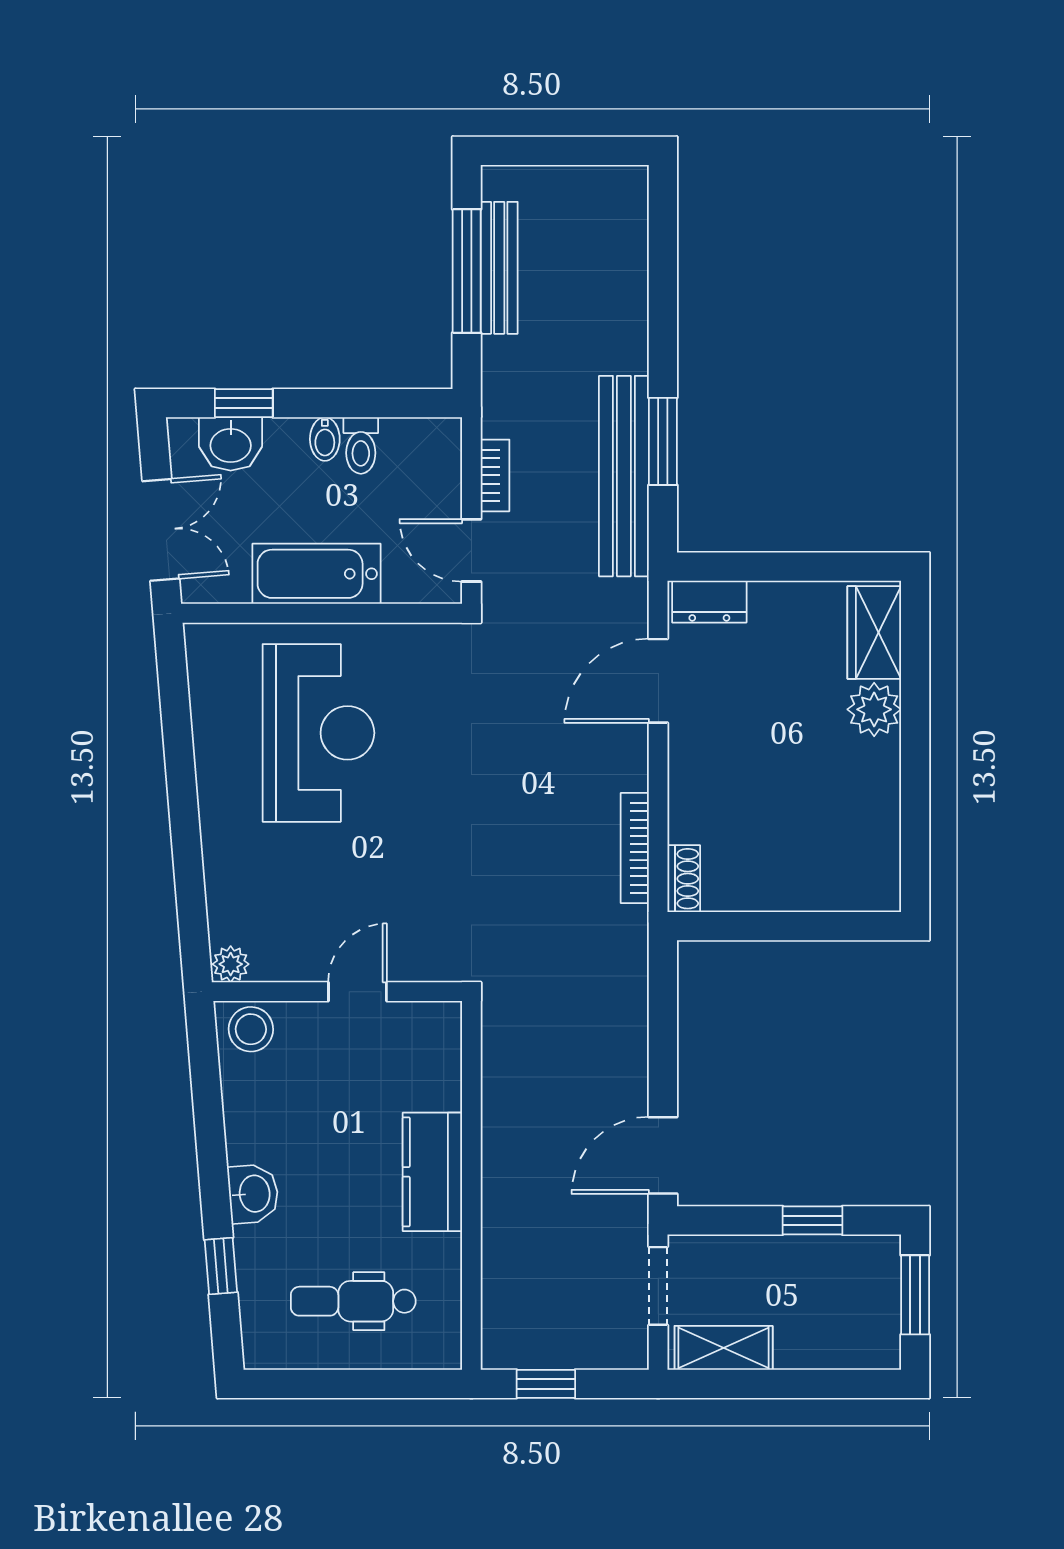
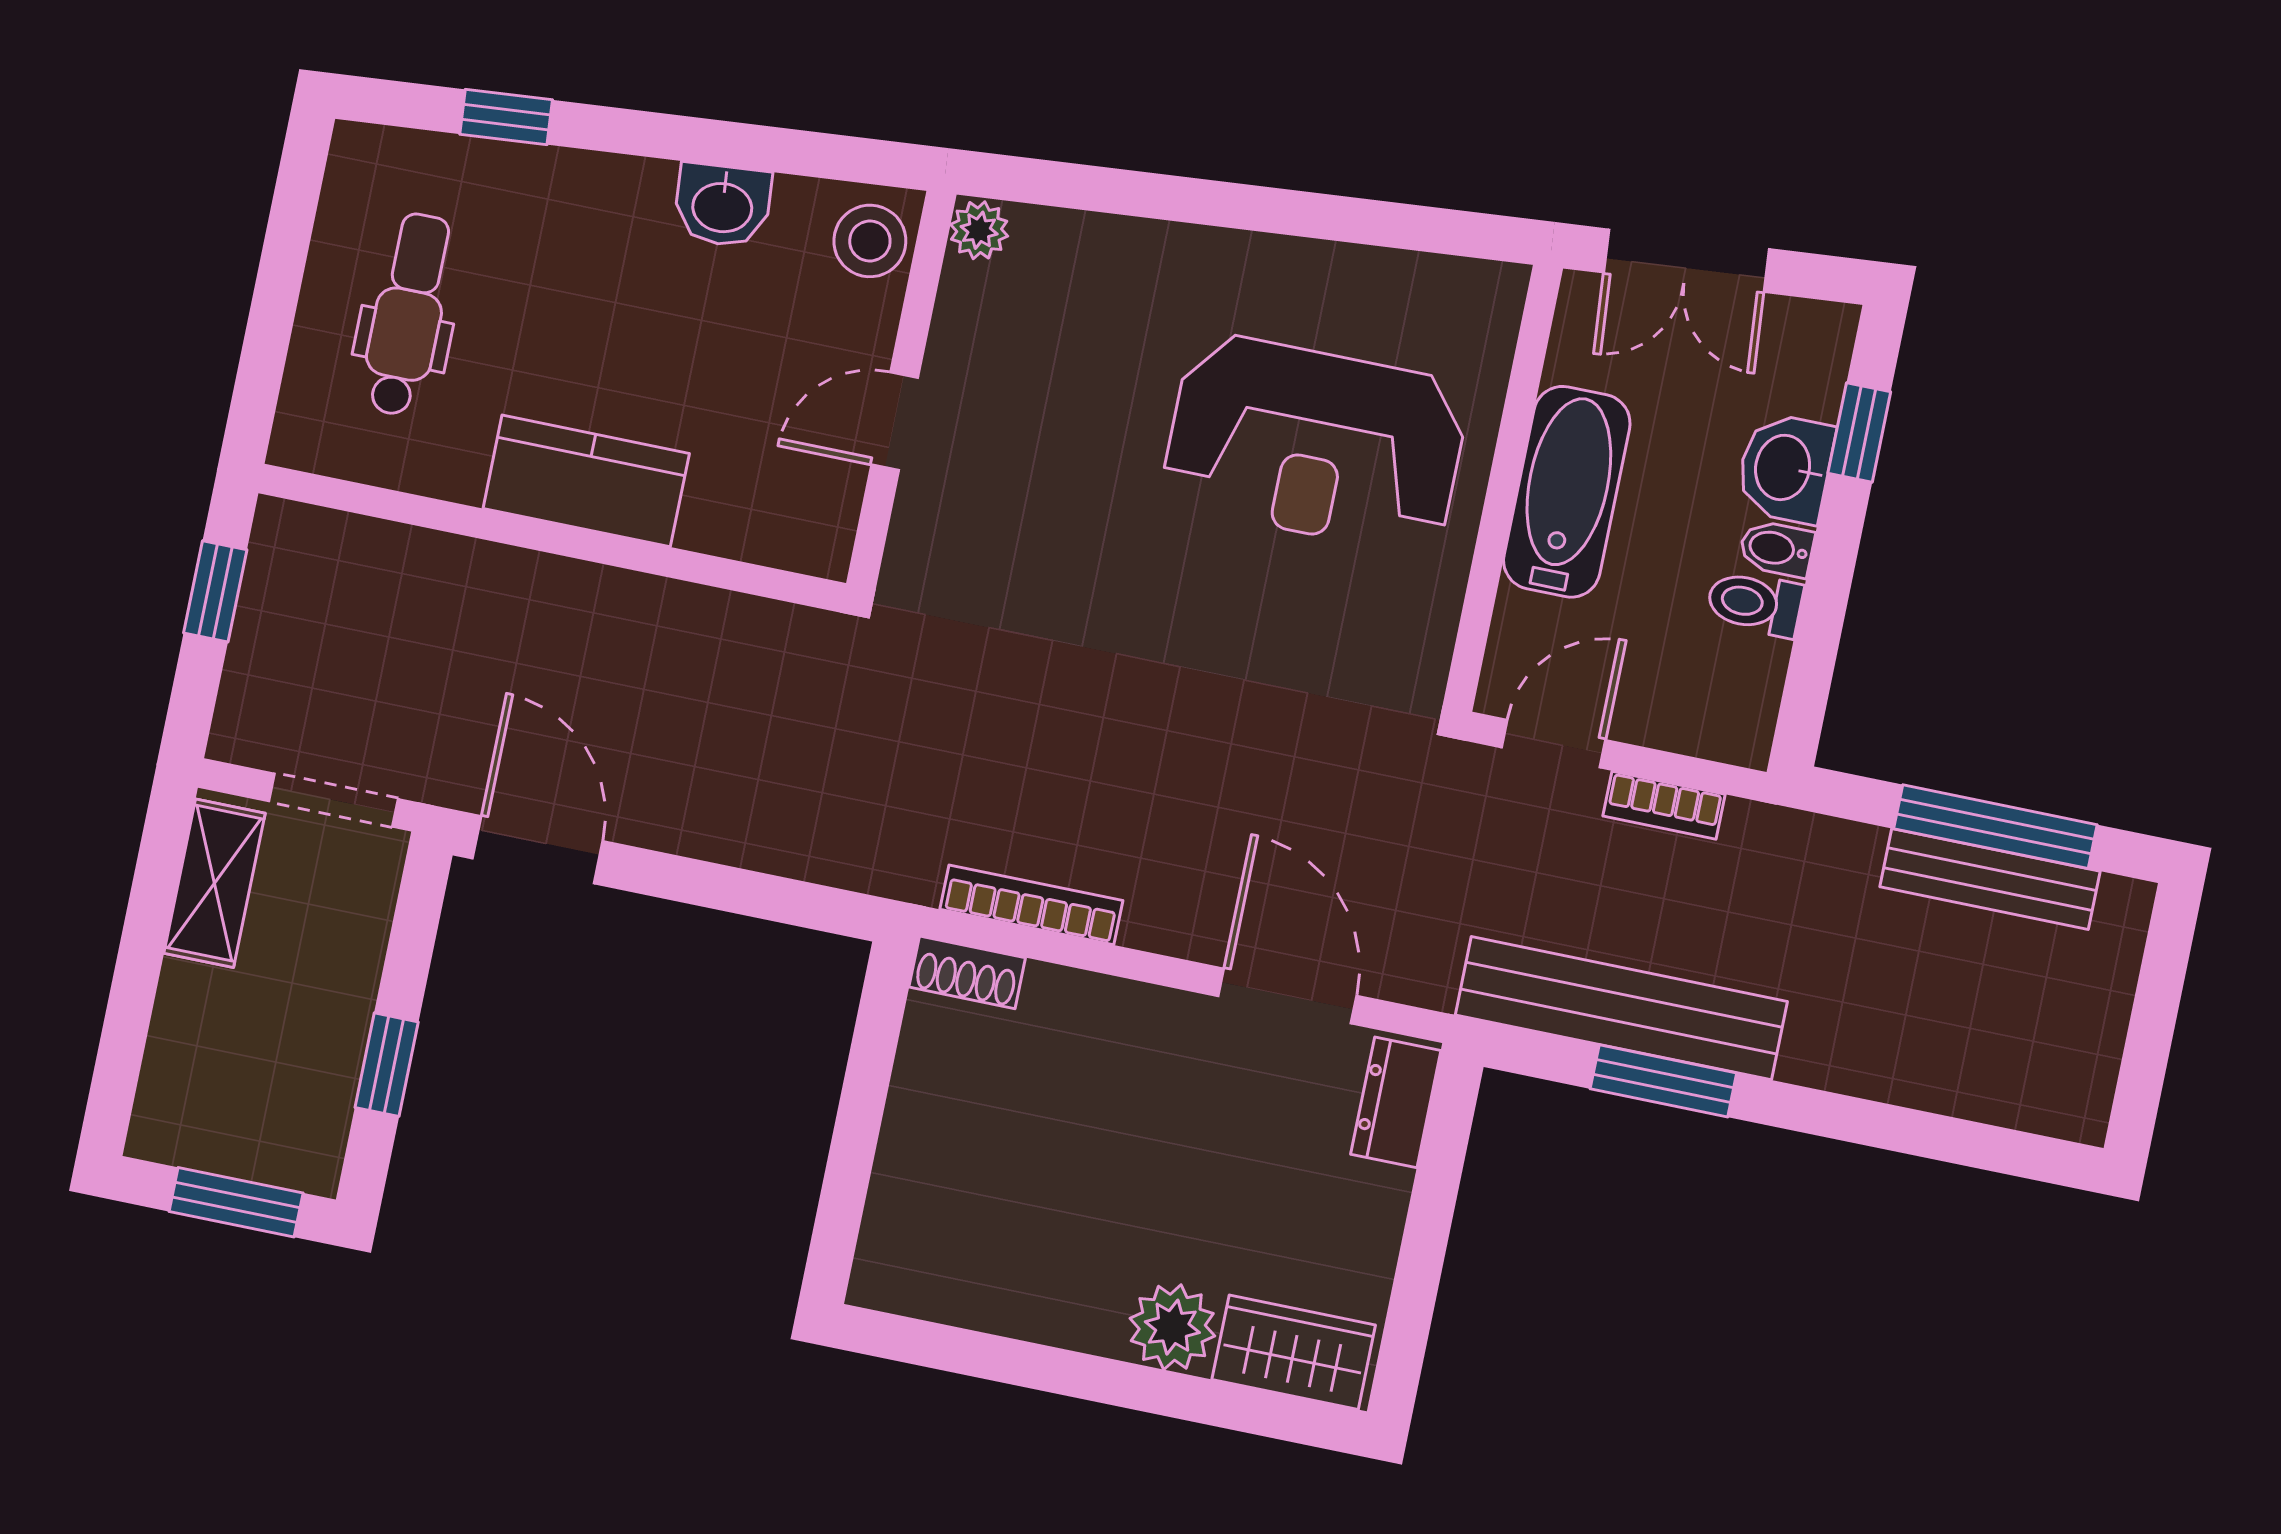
washbasin: (231, 444) -> (1785, 468), moved
door: (357, 992) -> (895, 421), swing flipped
washbasin: (253, 1194) -> (723, 205), moved

